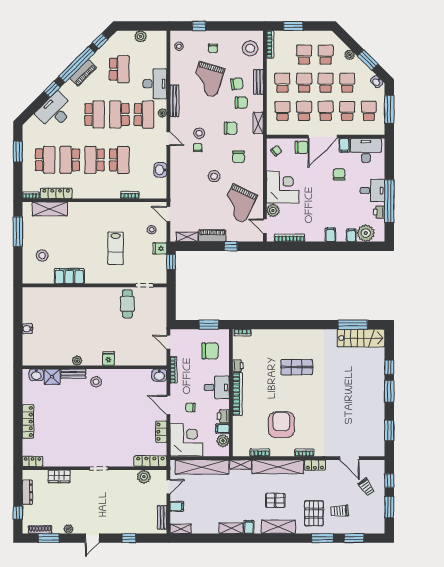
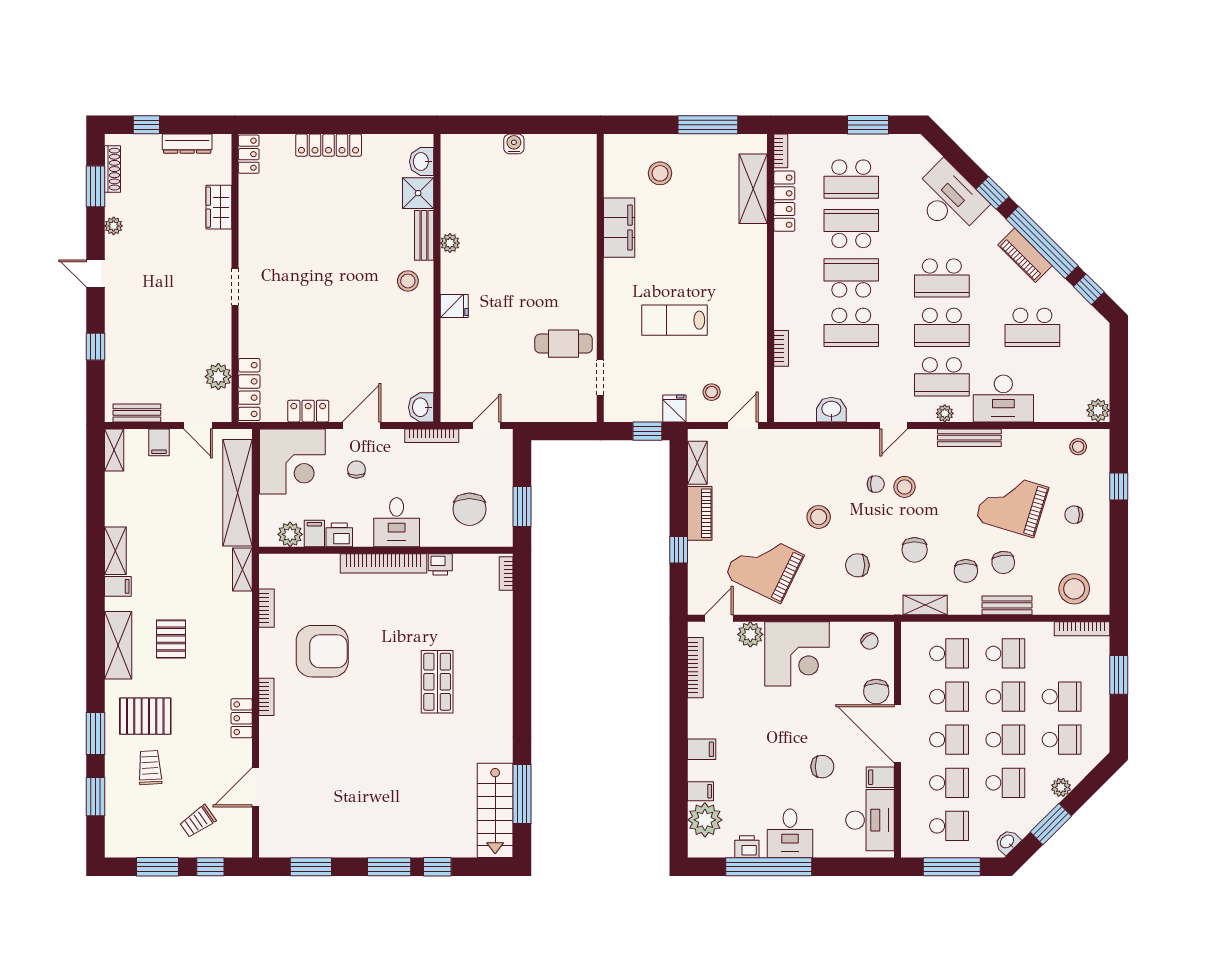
plant: (141, 36) -> (1098, 410), moved
school desk: (119, 115) -> (942, 327), turned 180
shelving: (278, 467) -> (238, 644), removed

